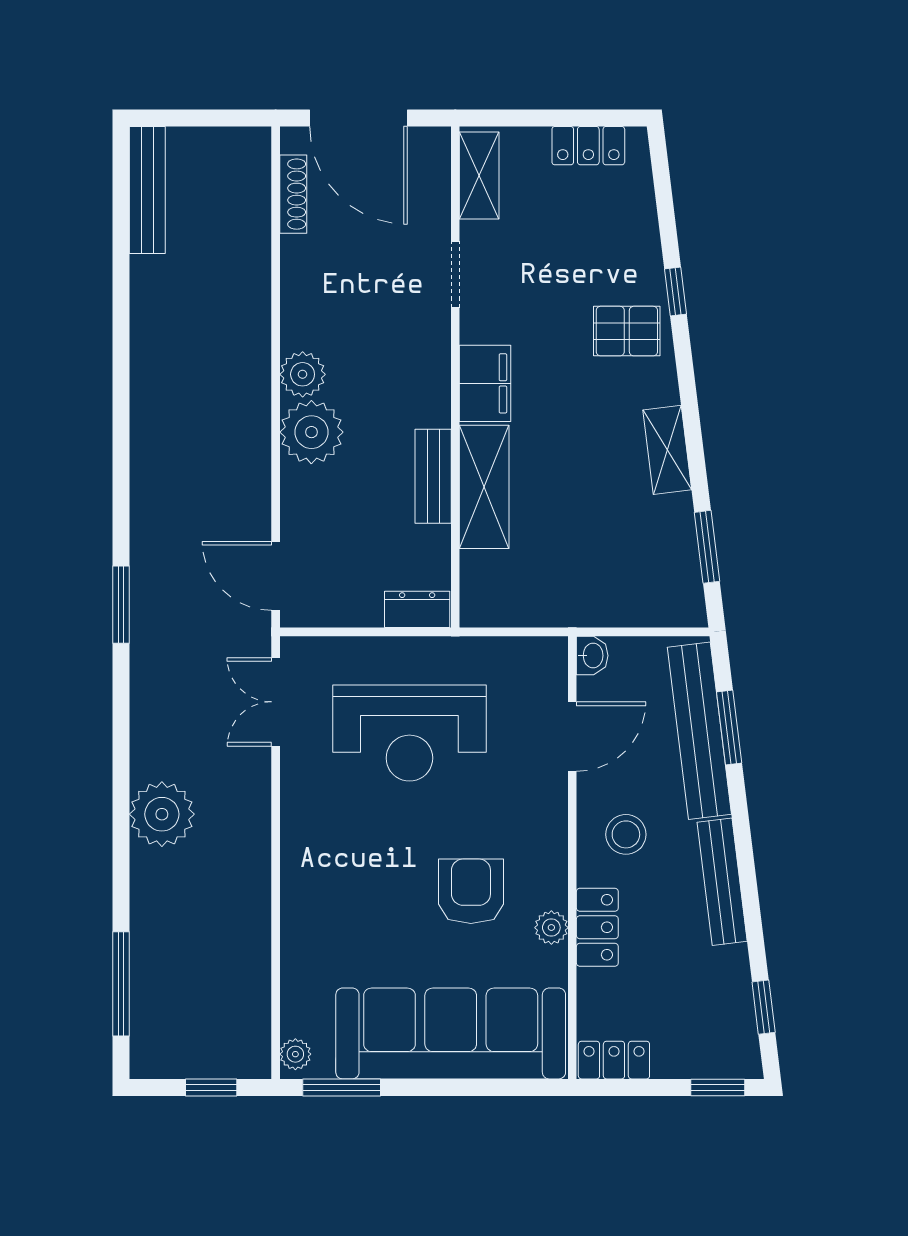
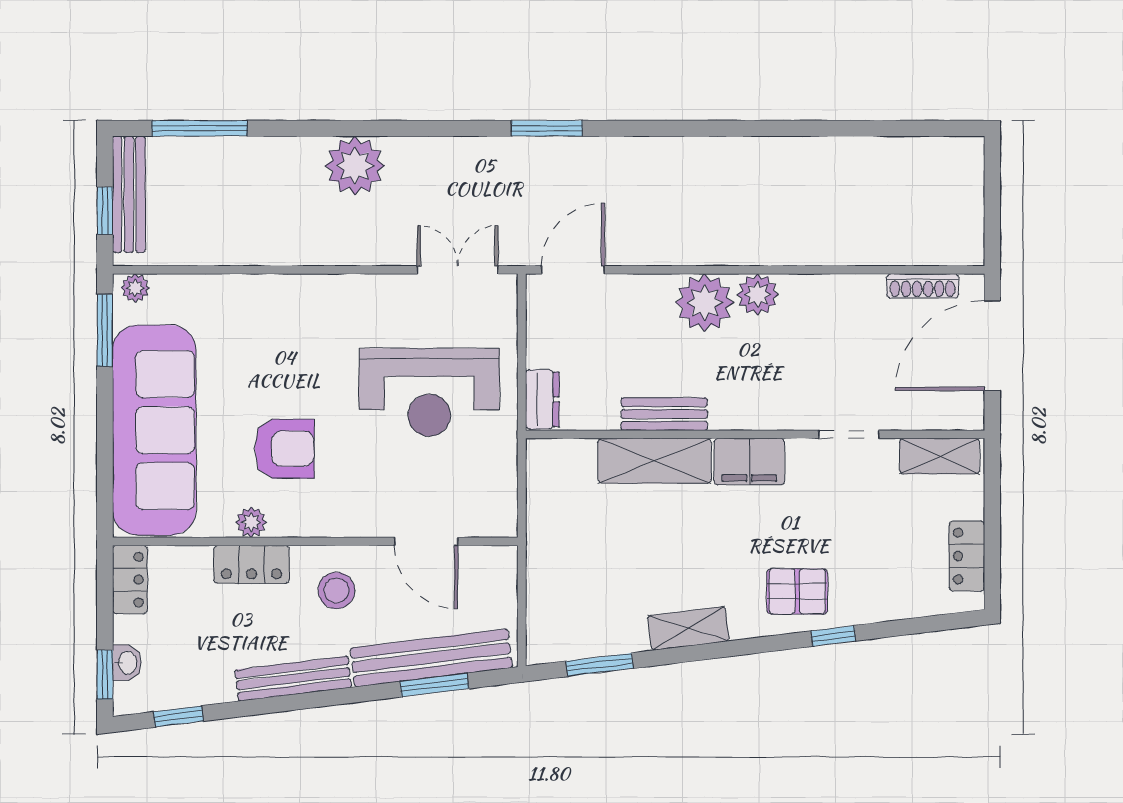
bench: (147, 190) -> (129, 194), moved, turned 90
pallet: (627, 331) -> (797, 591), turned 90
washbasin: (592, 656) -> (127, 663), moved, turned -90
reception desk: (409, 733) -> (429, 392), turned -90

